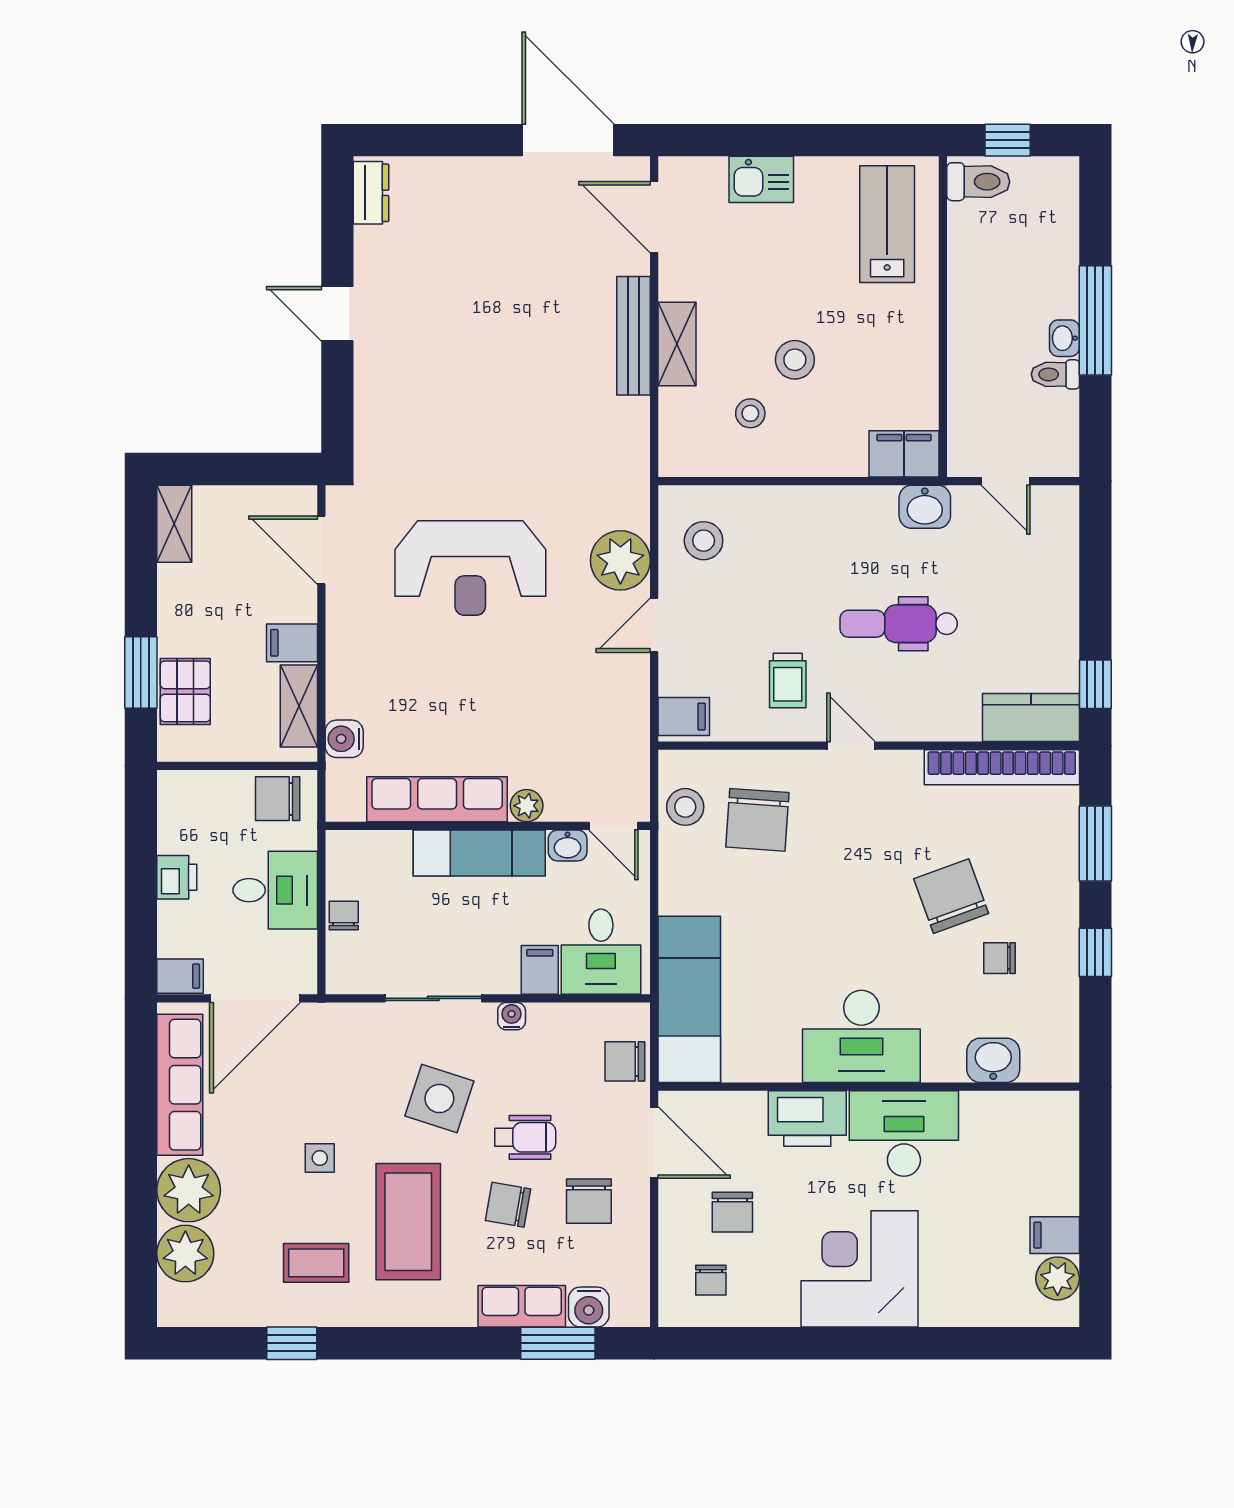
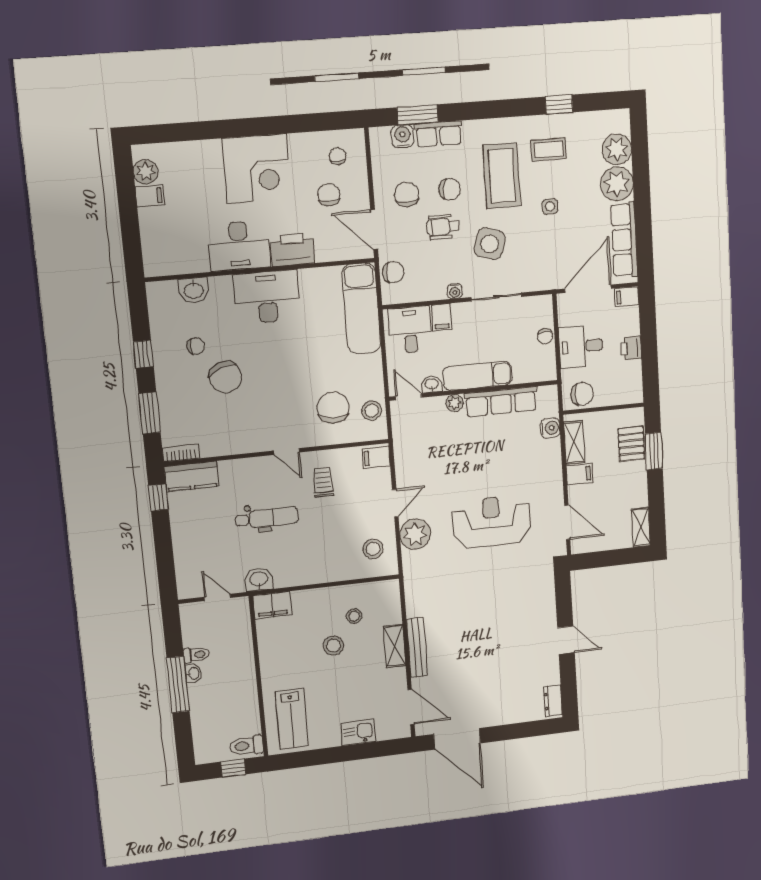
bookcase: (1002, 767) -> (181, 453), width x0.43, depth x0.76

